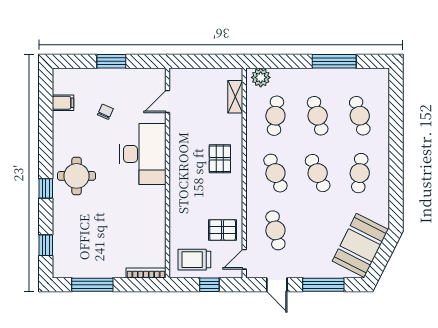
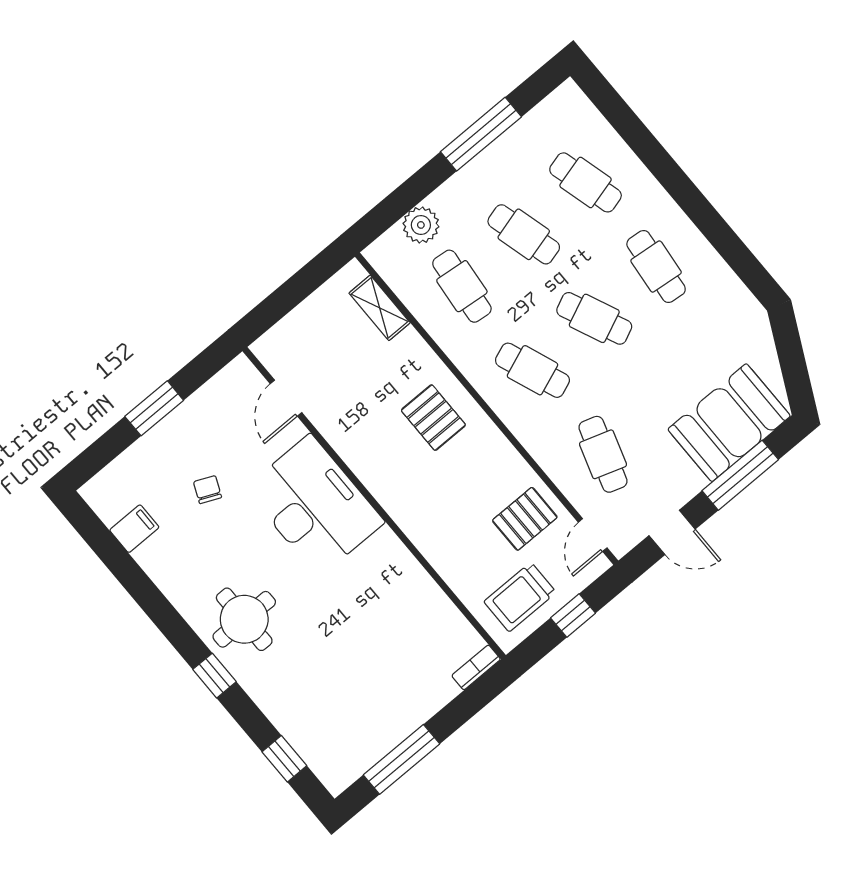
plant: (261, 77) -> (421, 225), moved
cafe table: (275, 230) -> (603, 454), turned 30
booth: (360, 245) -> (729, 423), moved, turned 63
bookcase: (146, 273) -> (476, 667), width x0.64

